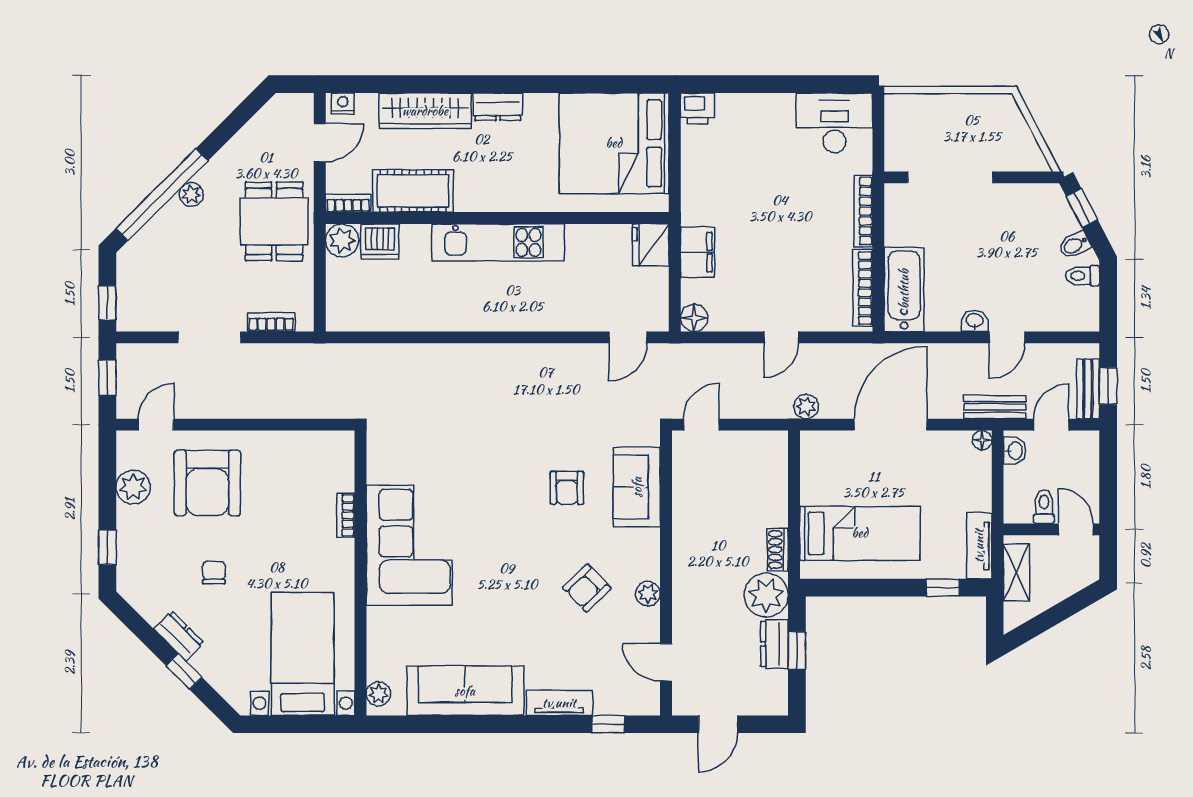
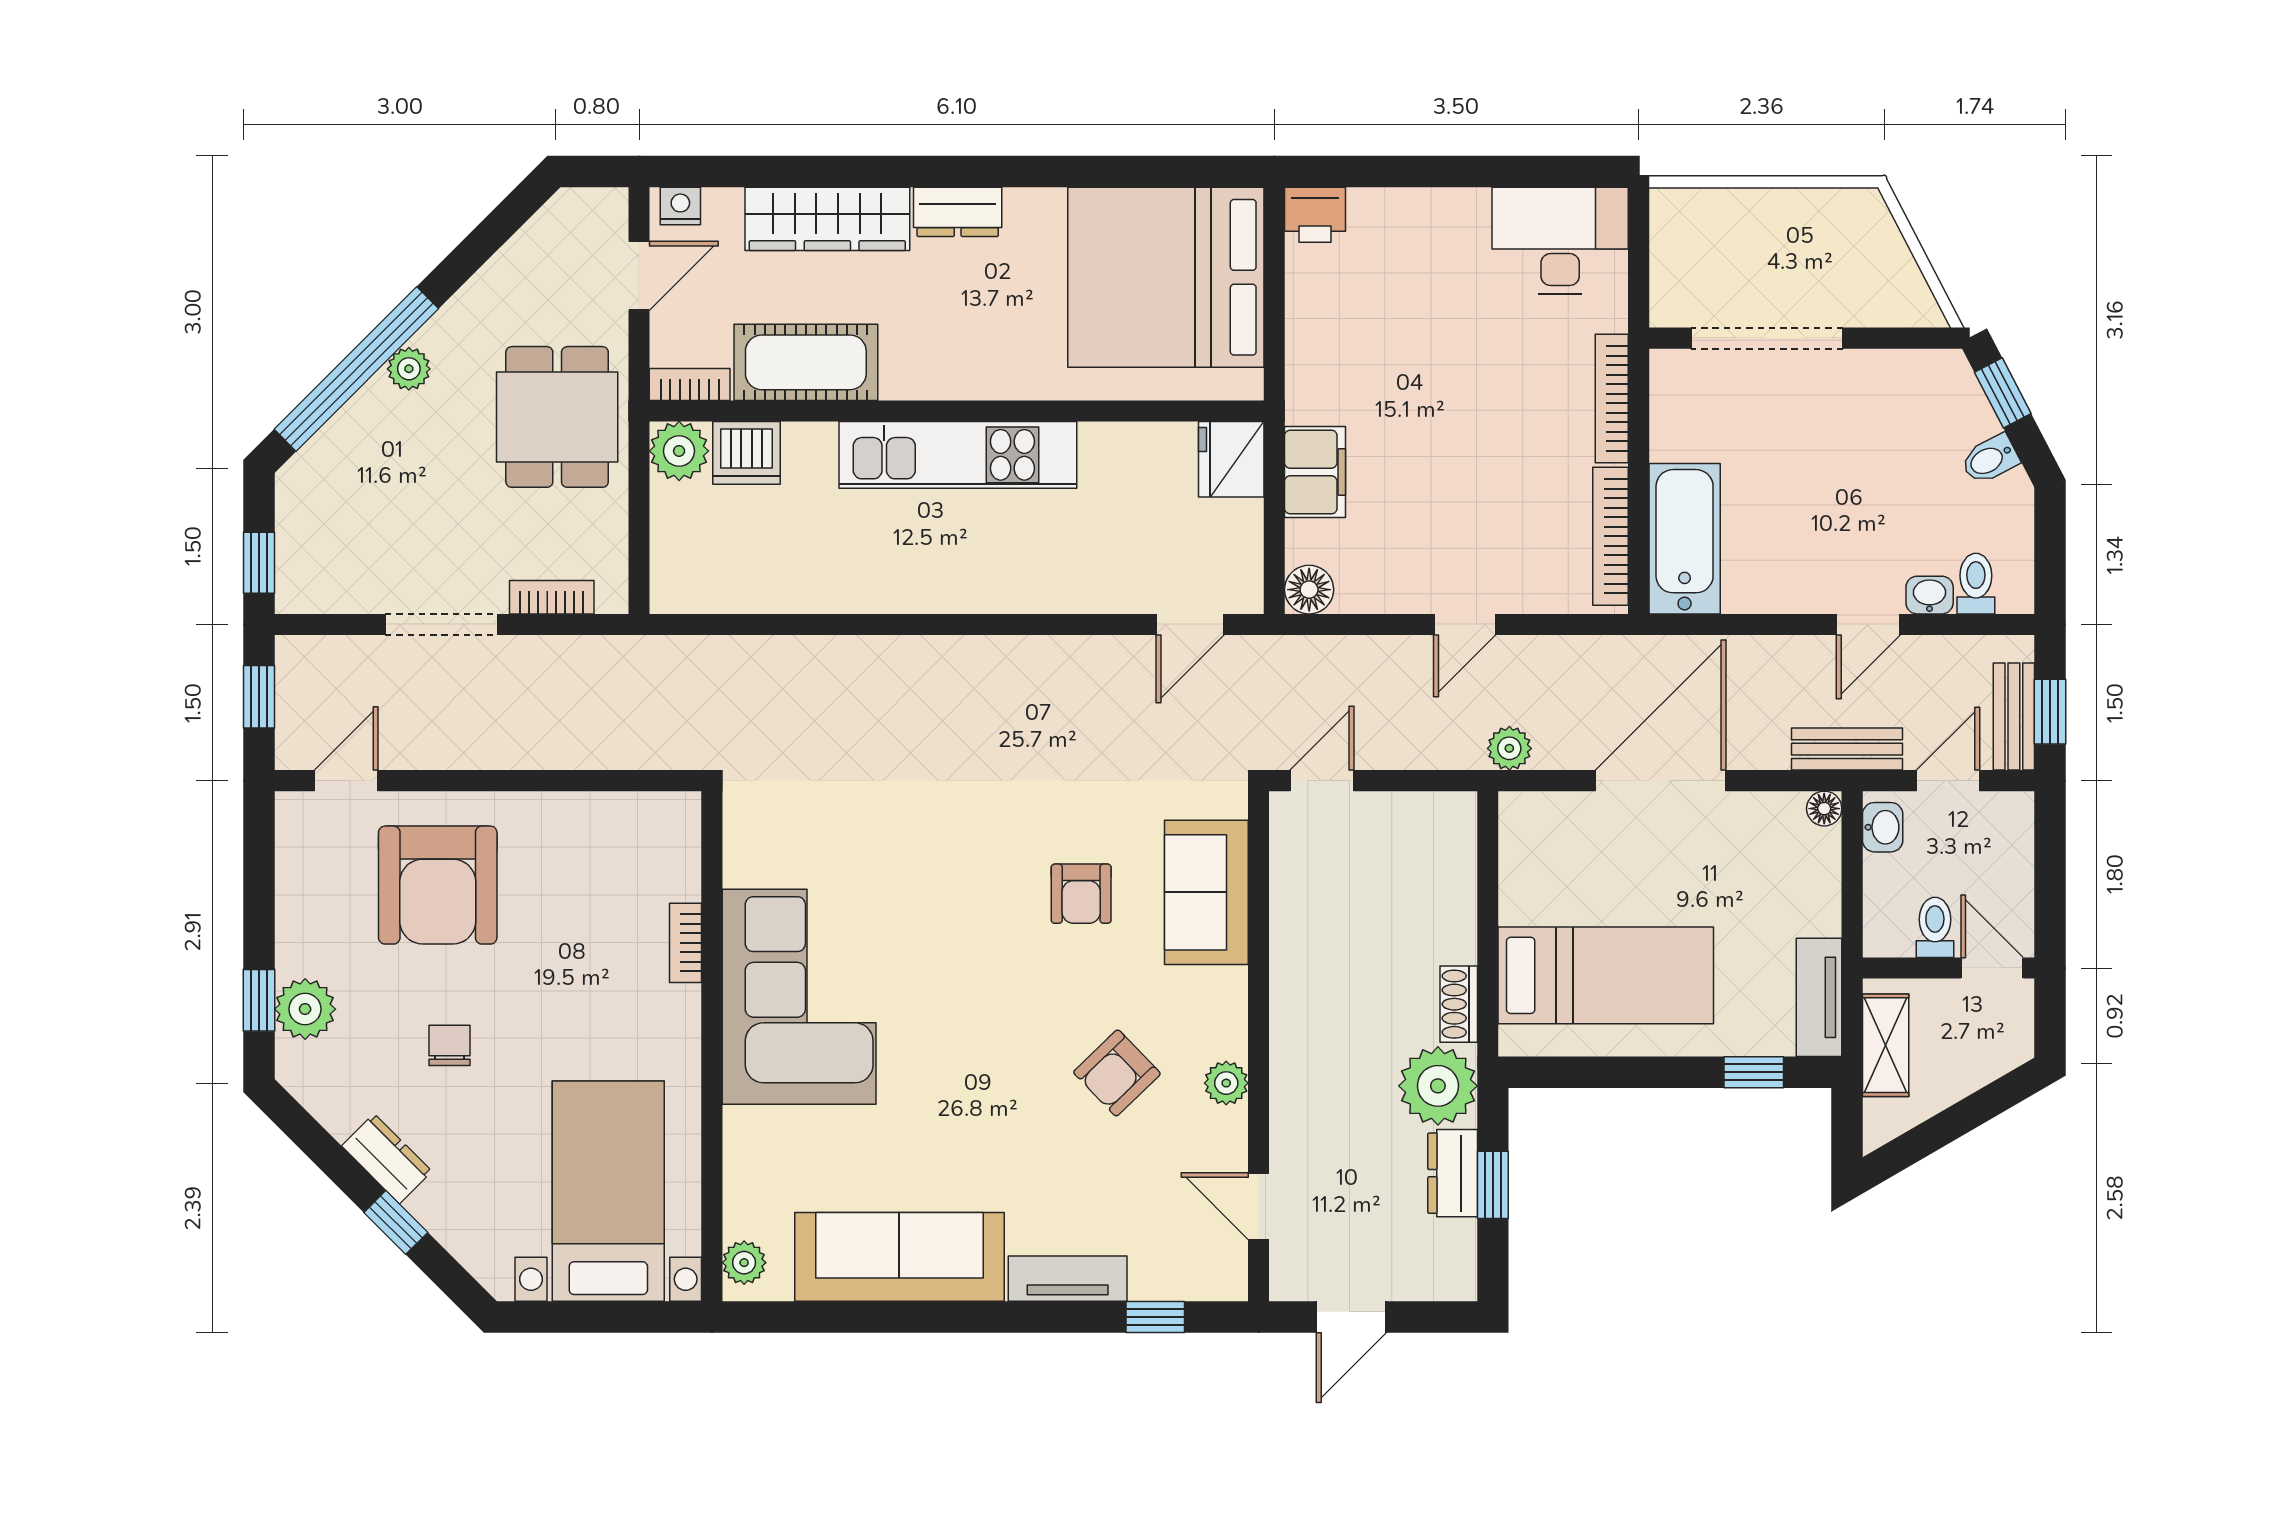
toilet: (1082, 276) -> (1976, 584), moved, turned 90
washbasin: (975, 321) -> (1930, 595), moved
plant: (133, 487) -> (305, 1009), moved

